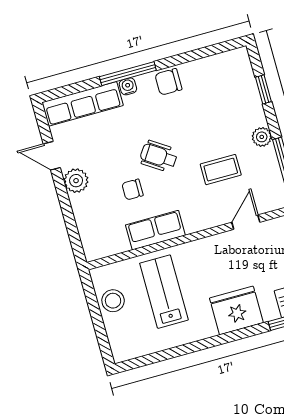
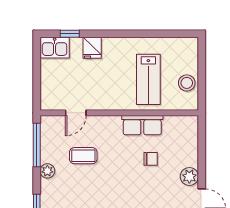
wheelchair: (159, 156) -> (125, 178), removed
fridge: (236, 310) -> (92, 48), width x0.53, depth x0.75

